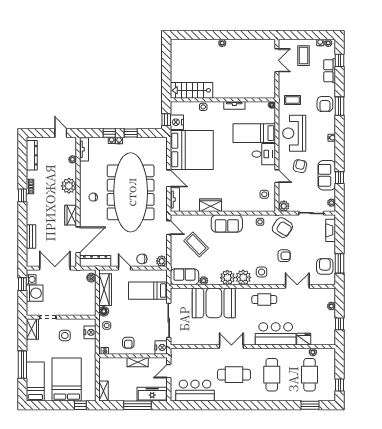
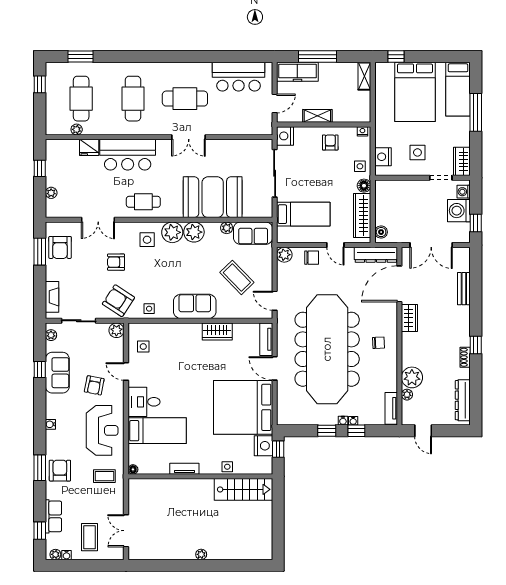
plant: (69, 186) -> (412, 377), moved
washing machine: (31, 279) -> (464, 192), moved

